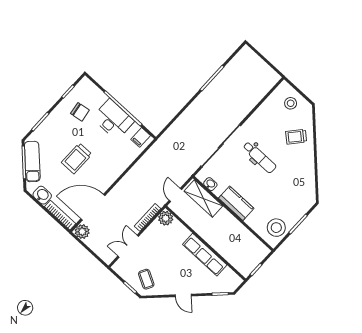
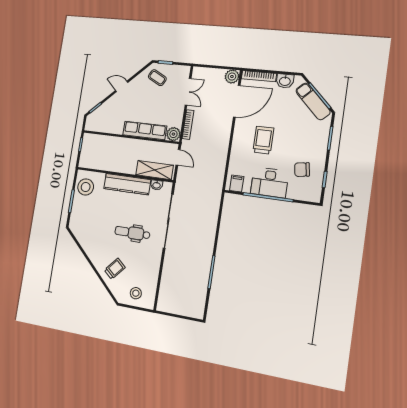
trolley: (77, 158) -> (263, 140), moved
kitchen counter: (236, 203) -> (127, 184), width x1.50
row of seats: (205, 255) -> (145, 130), moved

